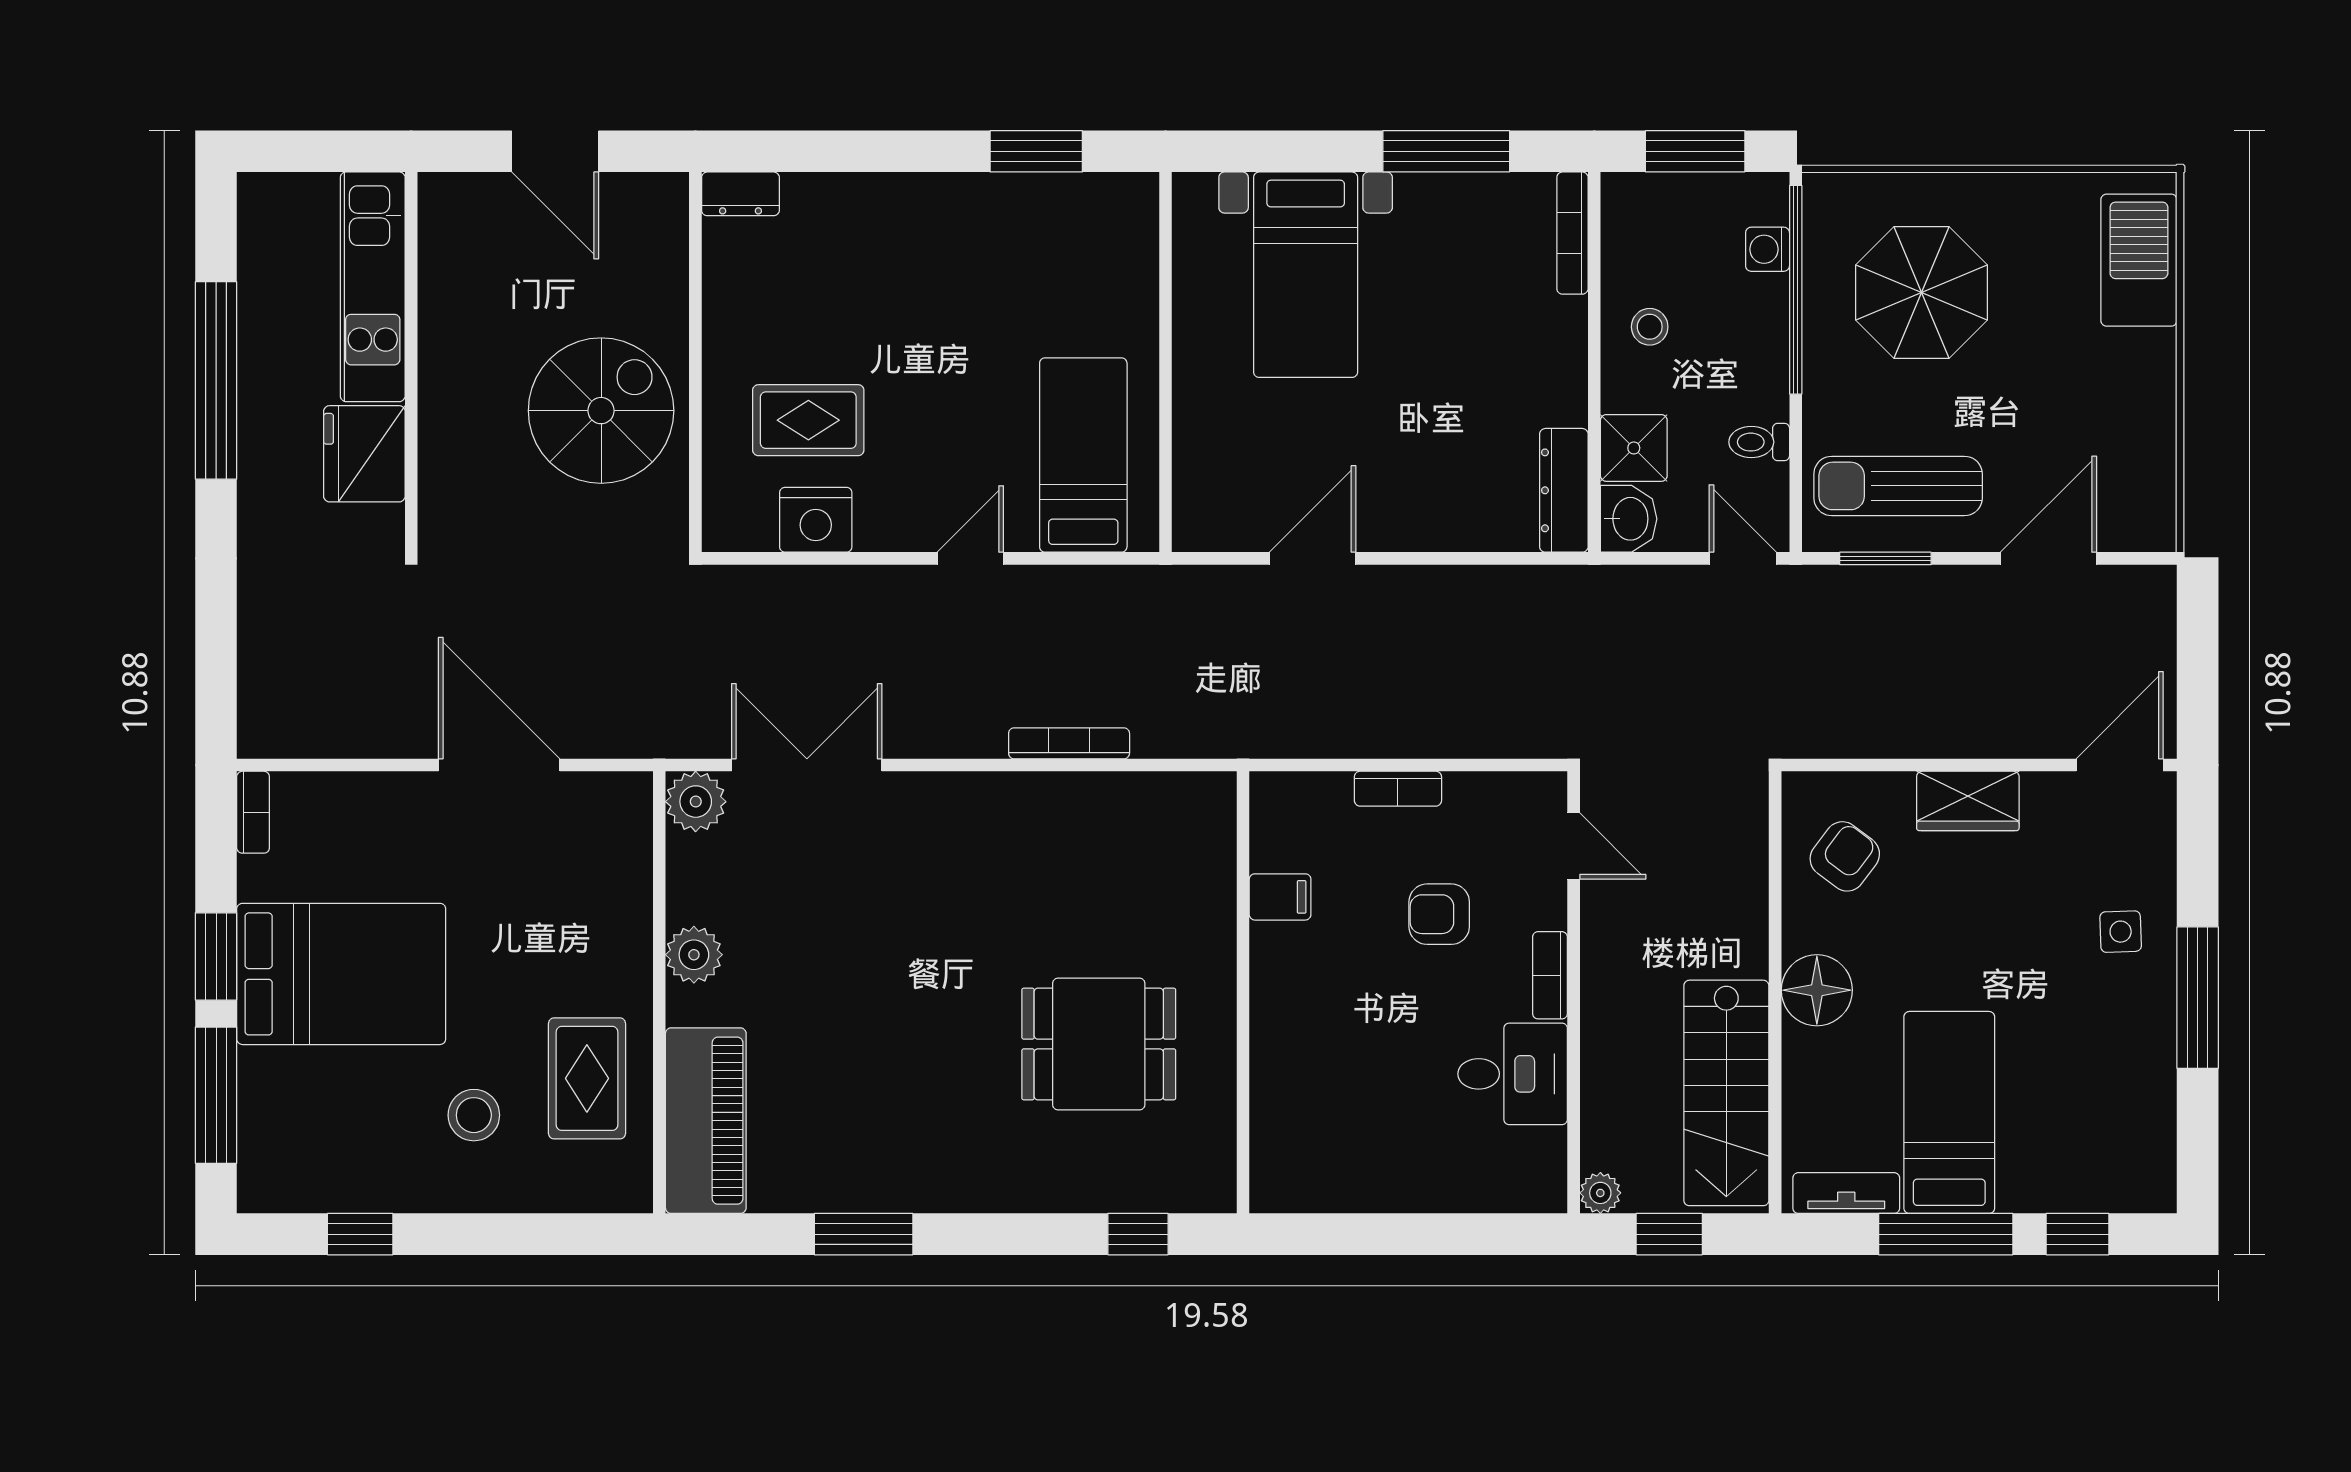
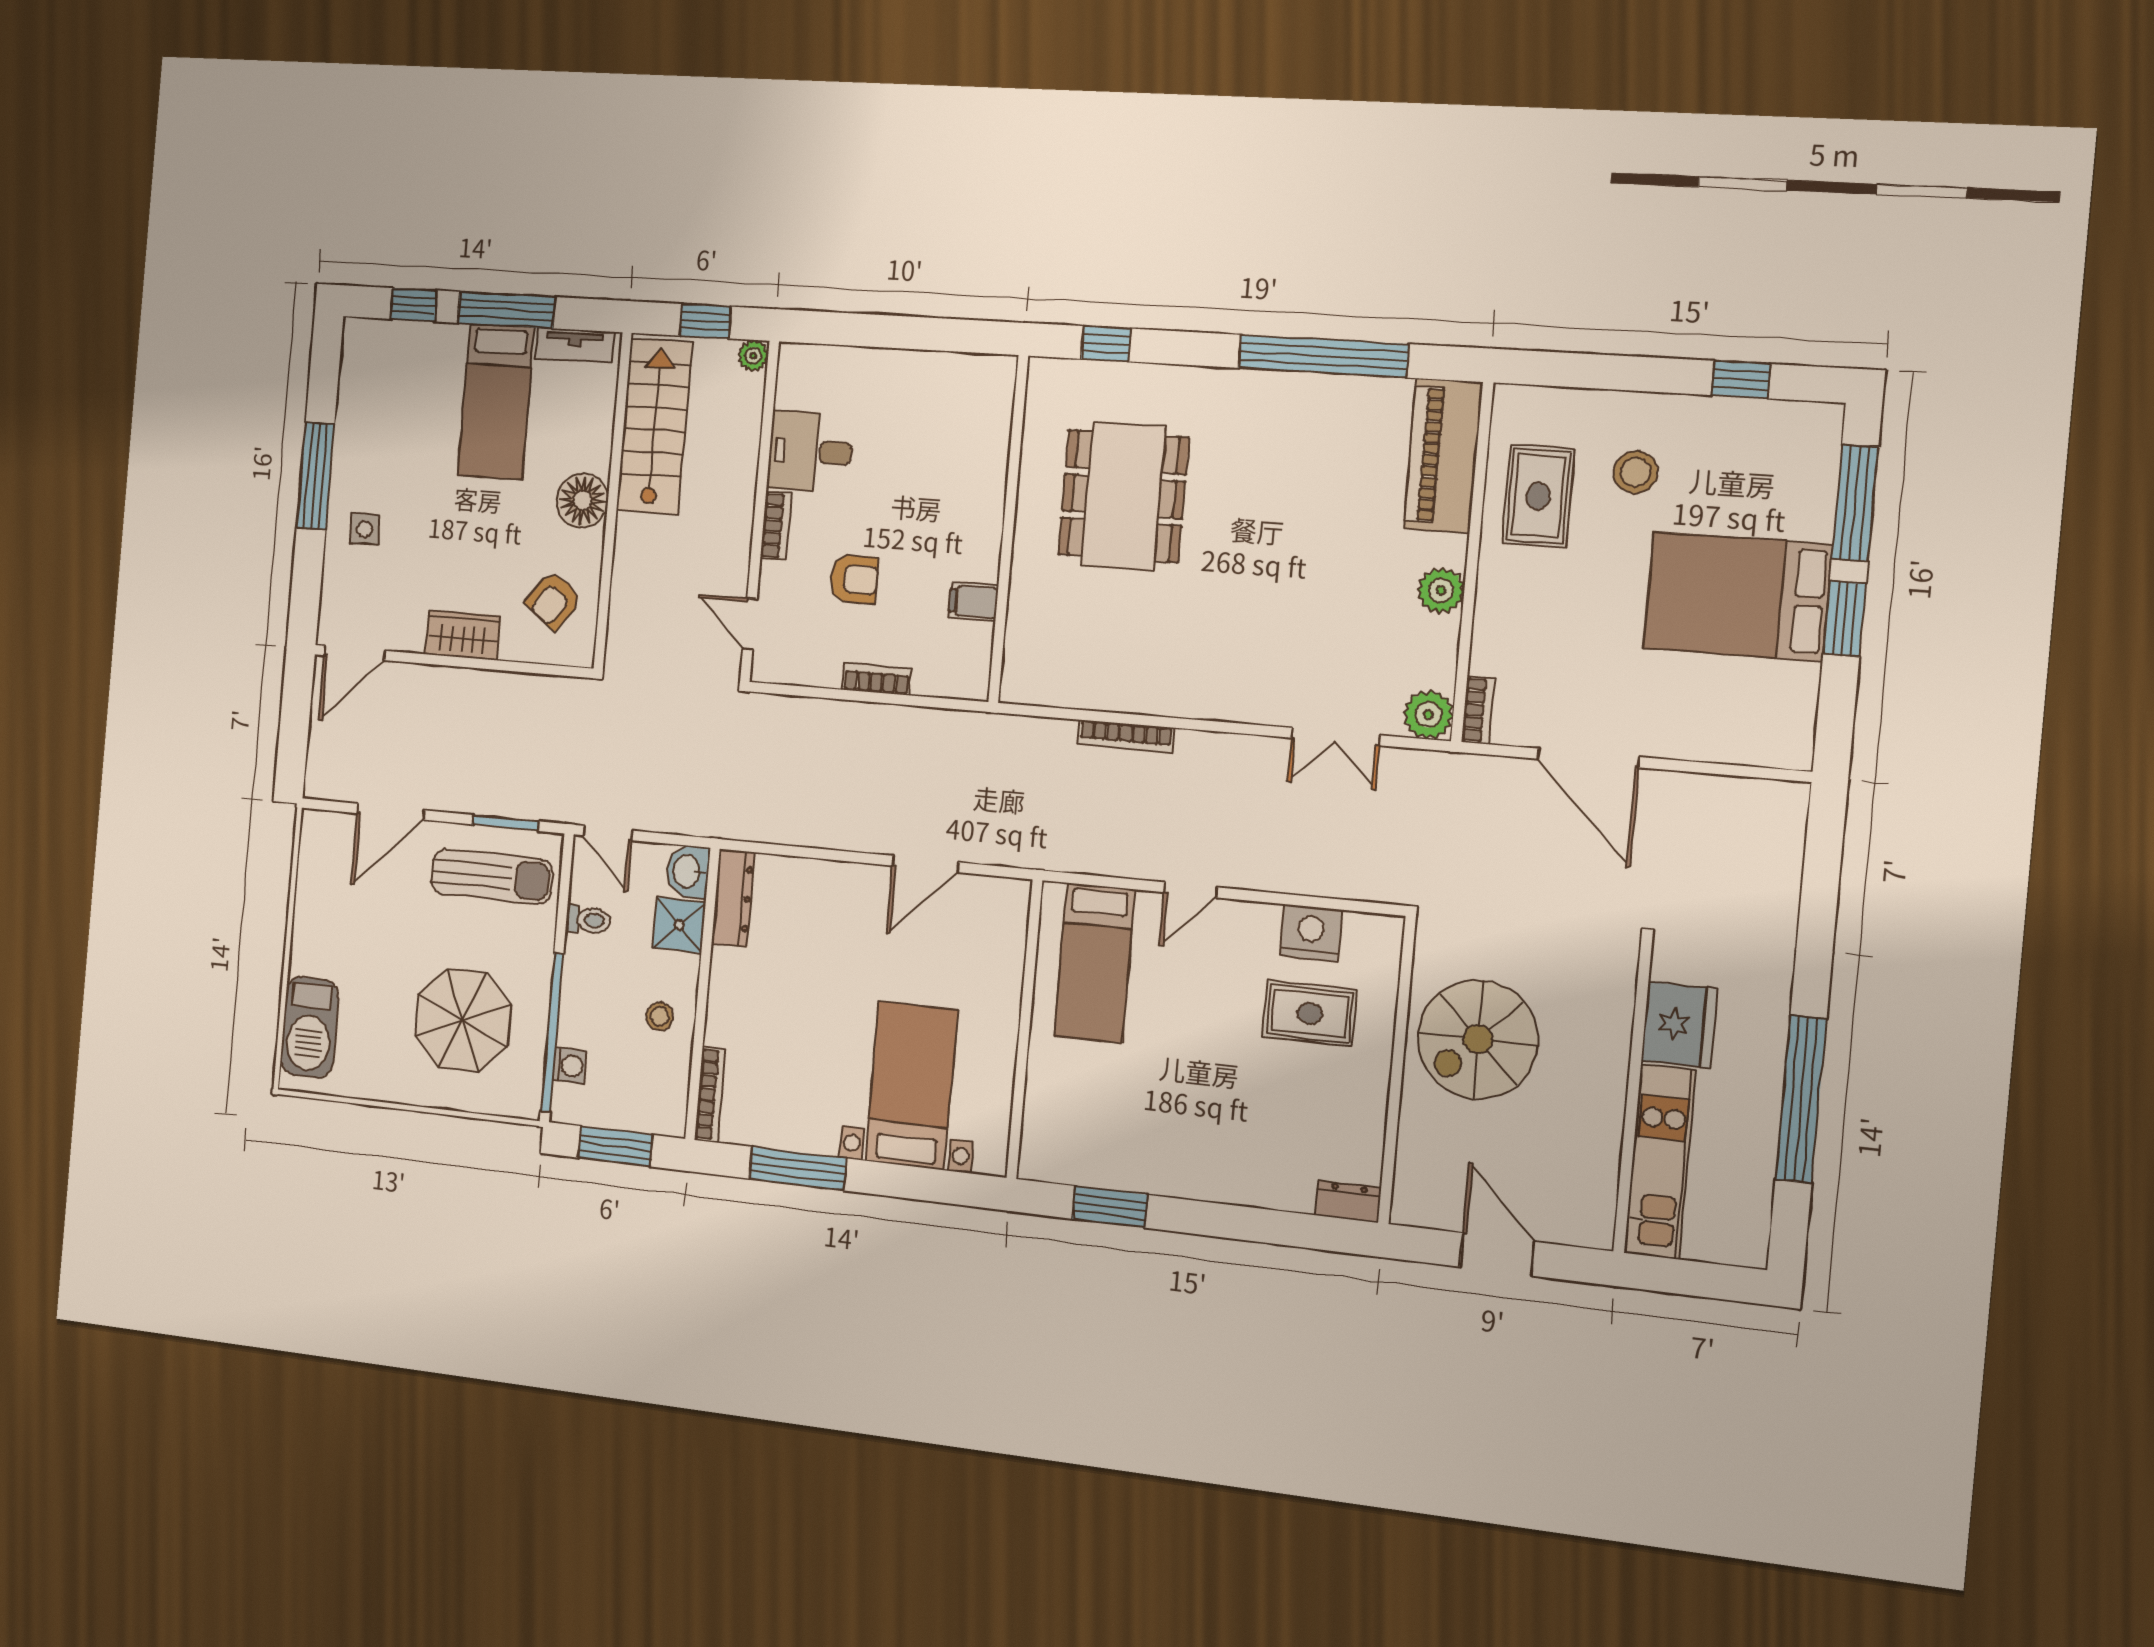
double door: (807, 765) -> (1336, 736), width x0.73
bookcase: (253, 812) -> (1478, 710), moved, turned 180
dining table: (1099, 1044) -> (1123, 496), width x1.37
window: (864, 1234) -> (1323, 356), width x2.11

